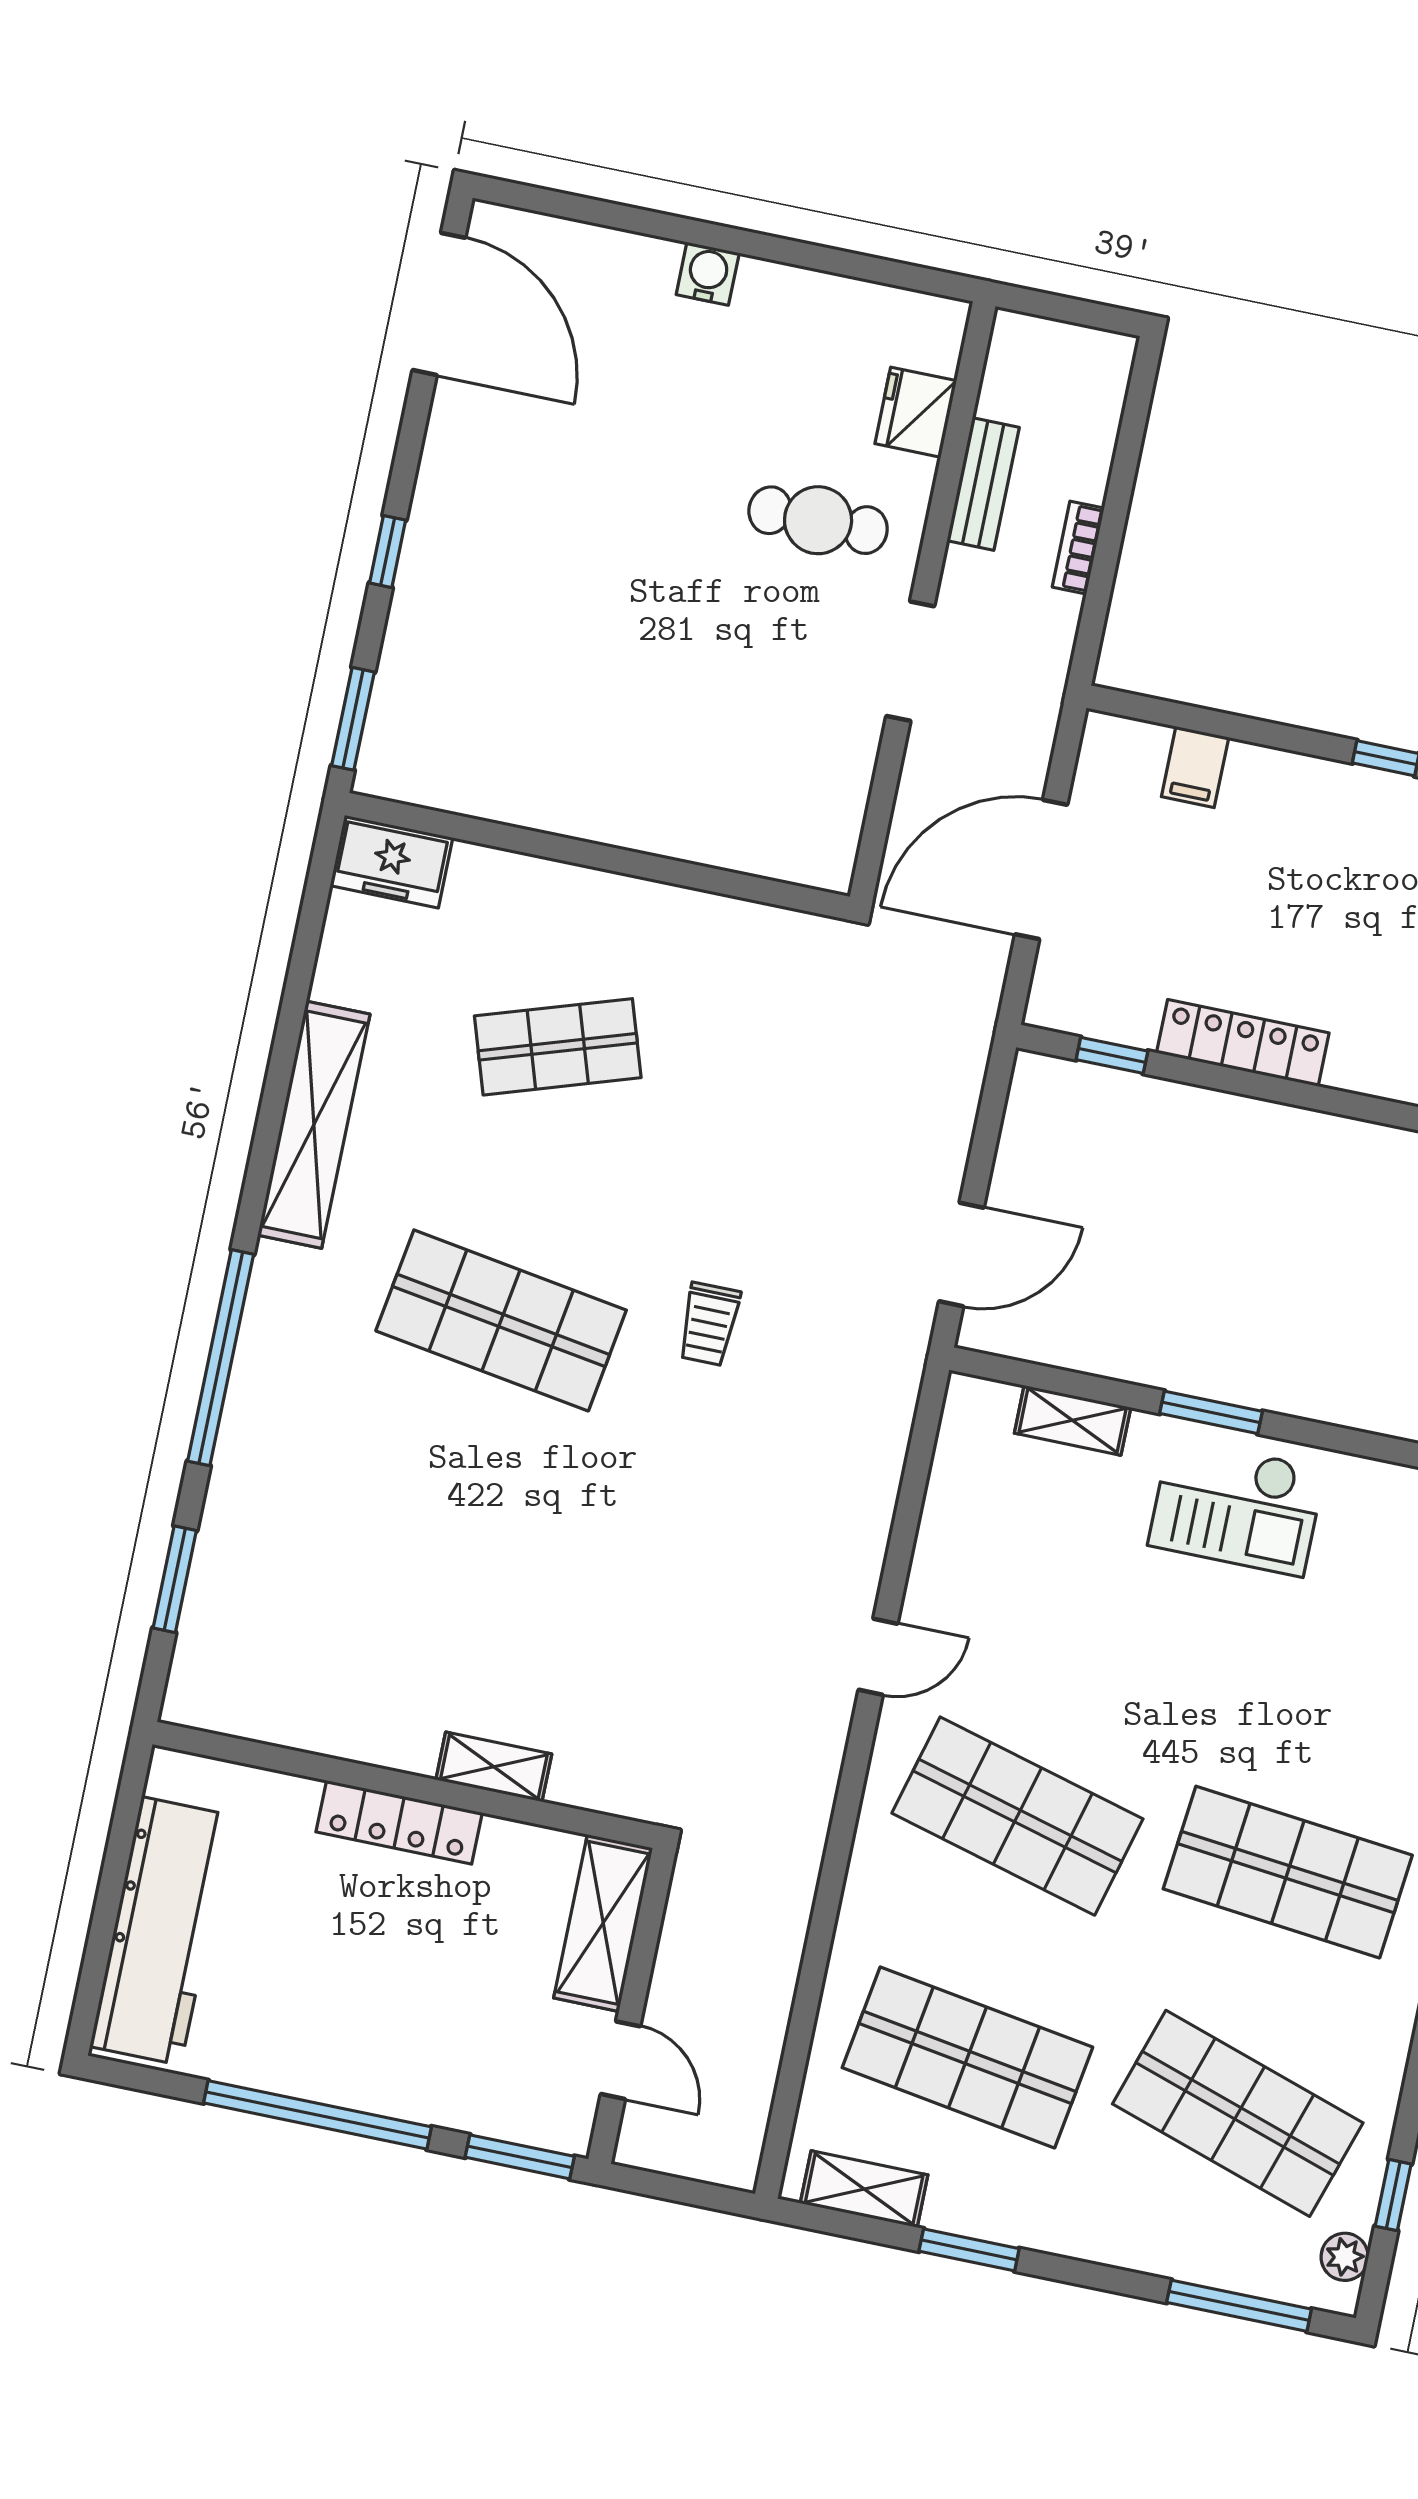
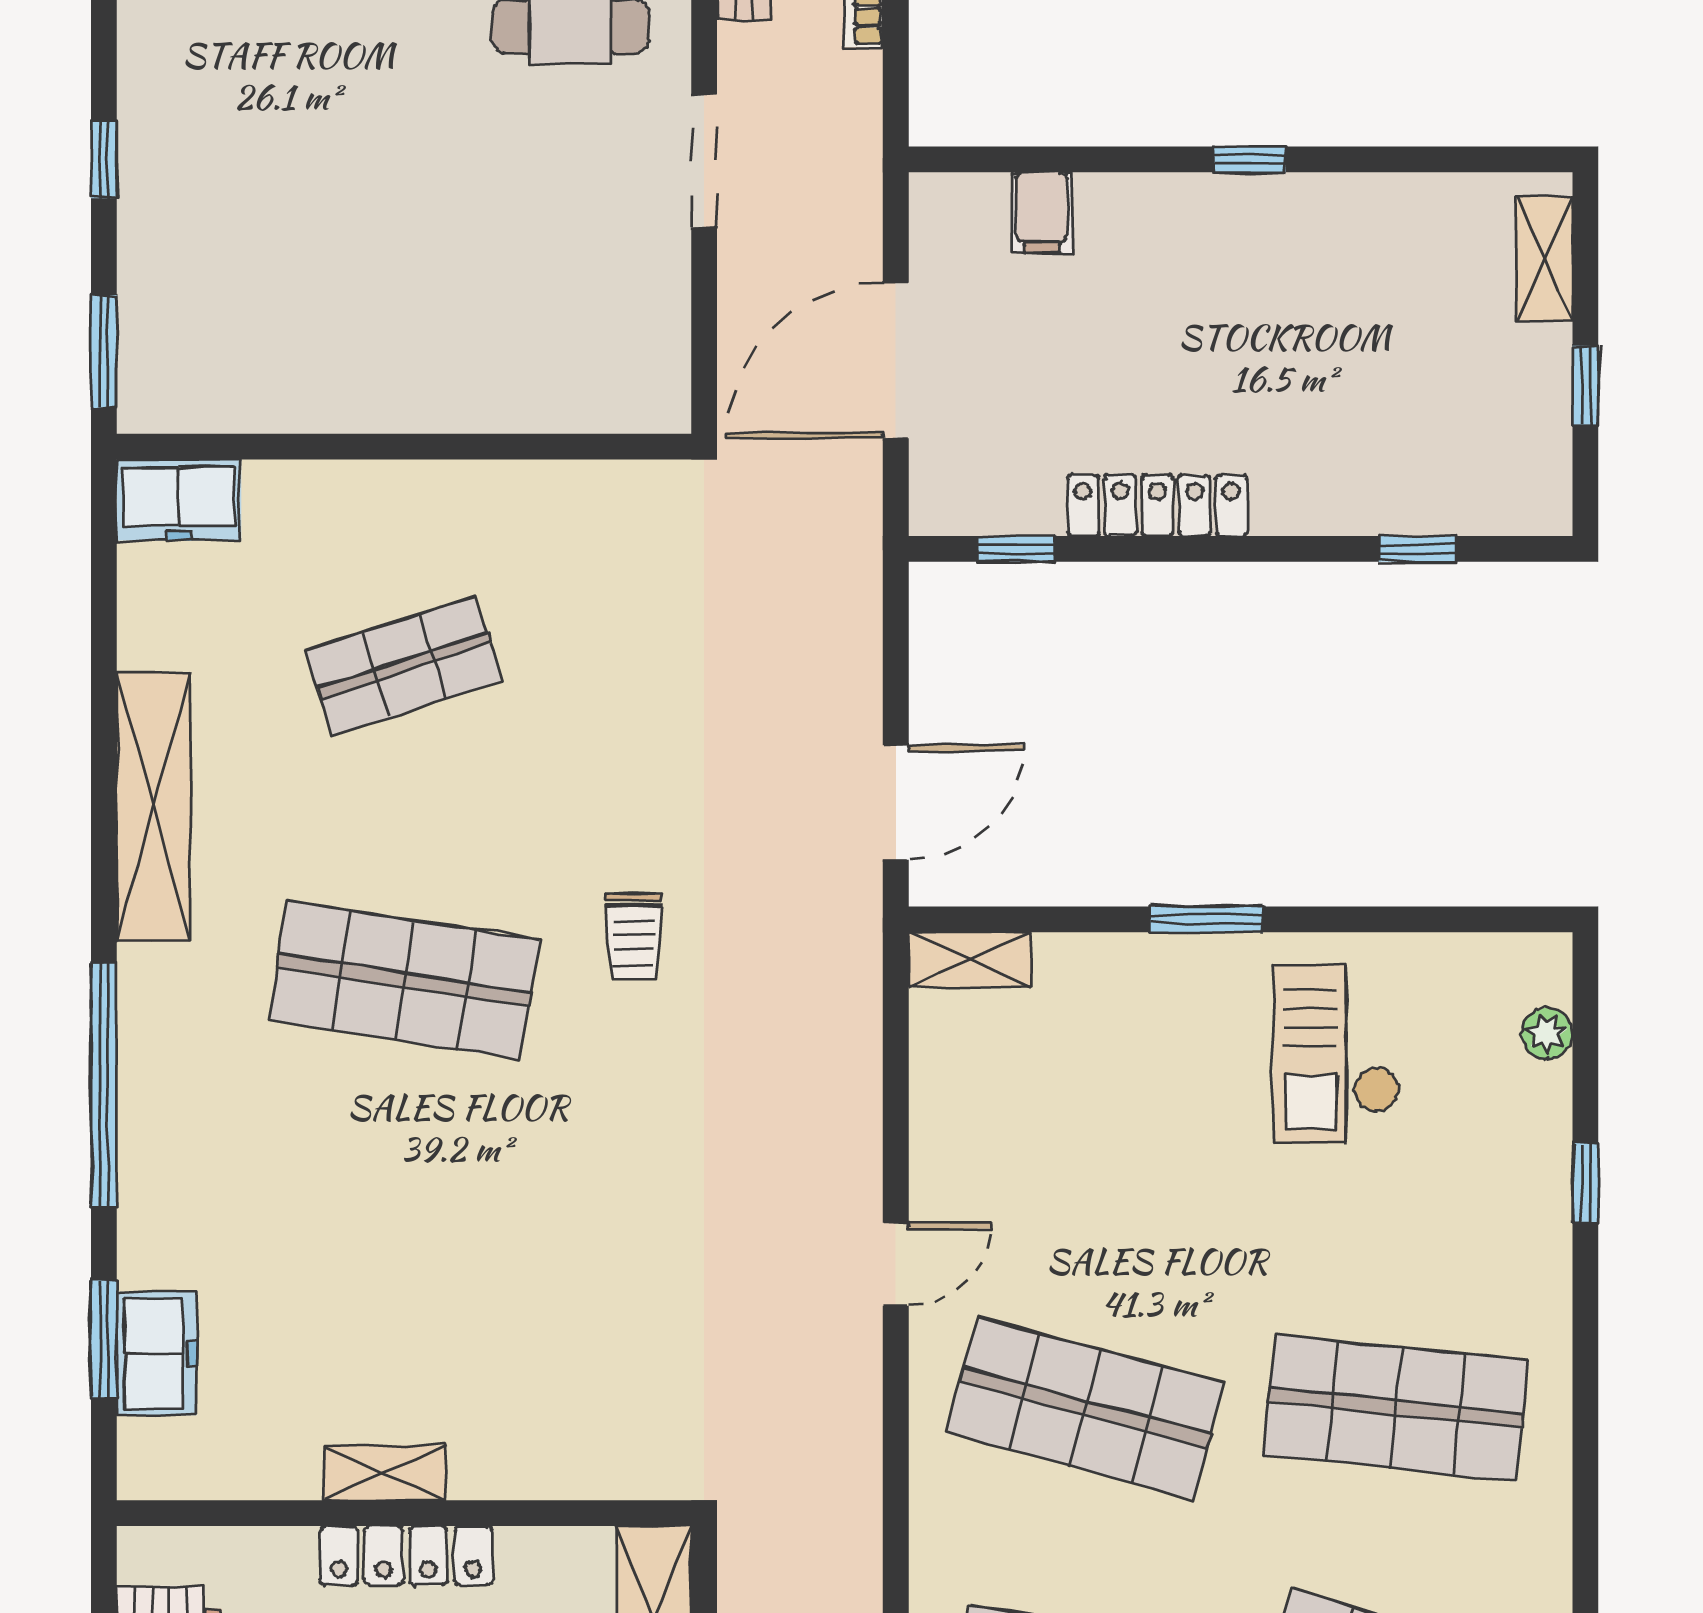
shelving: (1073, 1420) -> (970, 960), moved
checkout: (1236, 1507) -> (1336, 1054), moved, turned 90
freezer: (218, 1601) -> (157, 1353), added
shelving: (494, 1767) -> (384, 1473), moved

